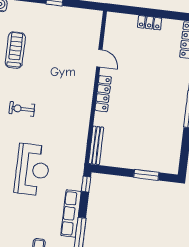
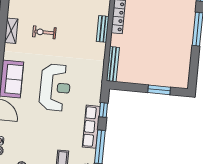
bench: (86, 107) -> (103, 29), added
window: (86, 184) -> (103, 110), moved

